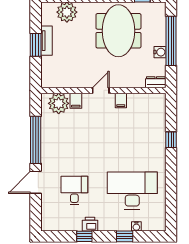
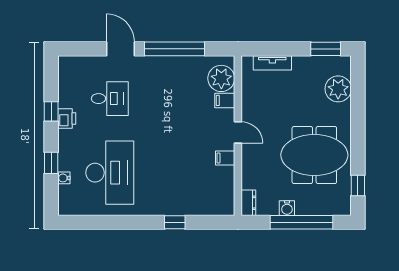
tv unit: (46, 41) -> (272, 63), moved
window: (36, 45) -> (326, 49), moved

